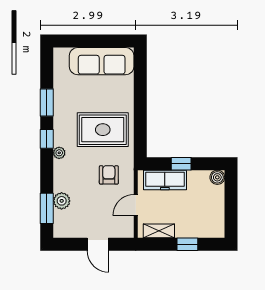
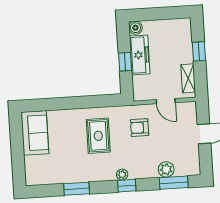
sofa: (102, 61) -> (35, 133), width x0.73
rug: (103, 130) -> (98, 136), width x0.73, depth x0.70
window: (47, 139) -> (127, 186), moved
freezer: (165, 180) -> (140, 55), moved

